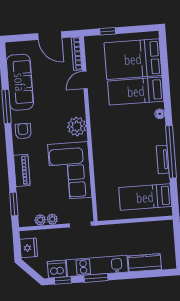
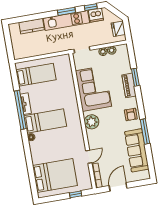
door: (50, 36) -> (118, 187), hinge flipped
bed: (136, 91) -> (45, 121), moved
window: (14, 204) -> (135, 77), moved

